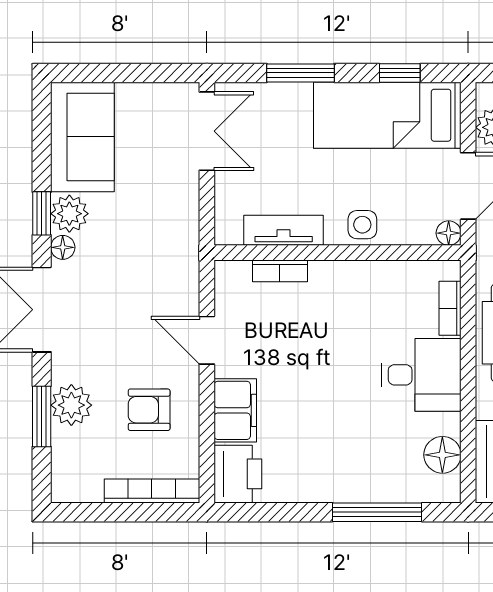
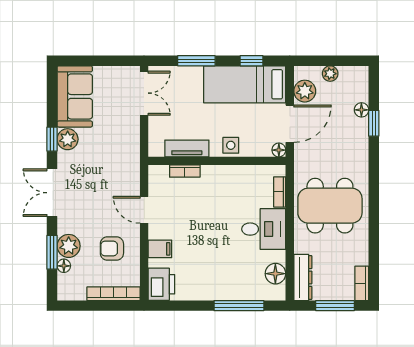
floor lamp: (63, 247) -> (64, 266), moved
filing cabinet: (235, 410) -> (160, 249), width x0.50

